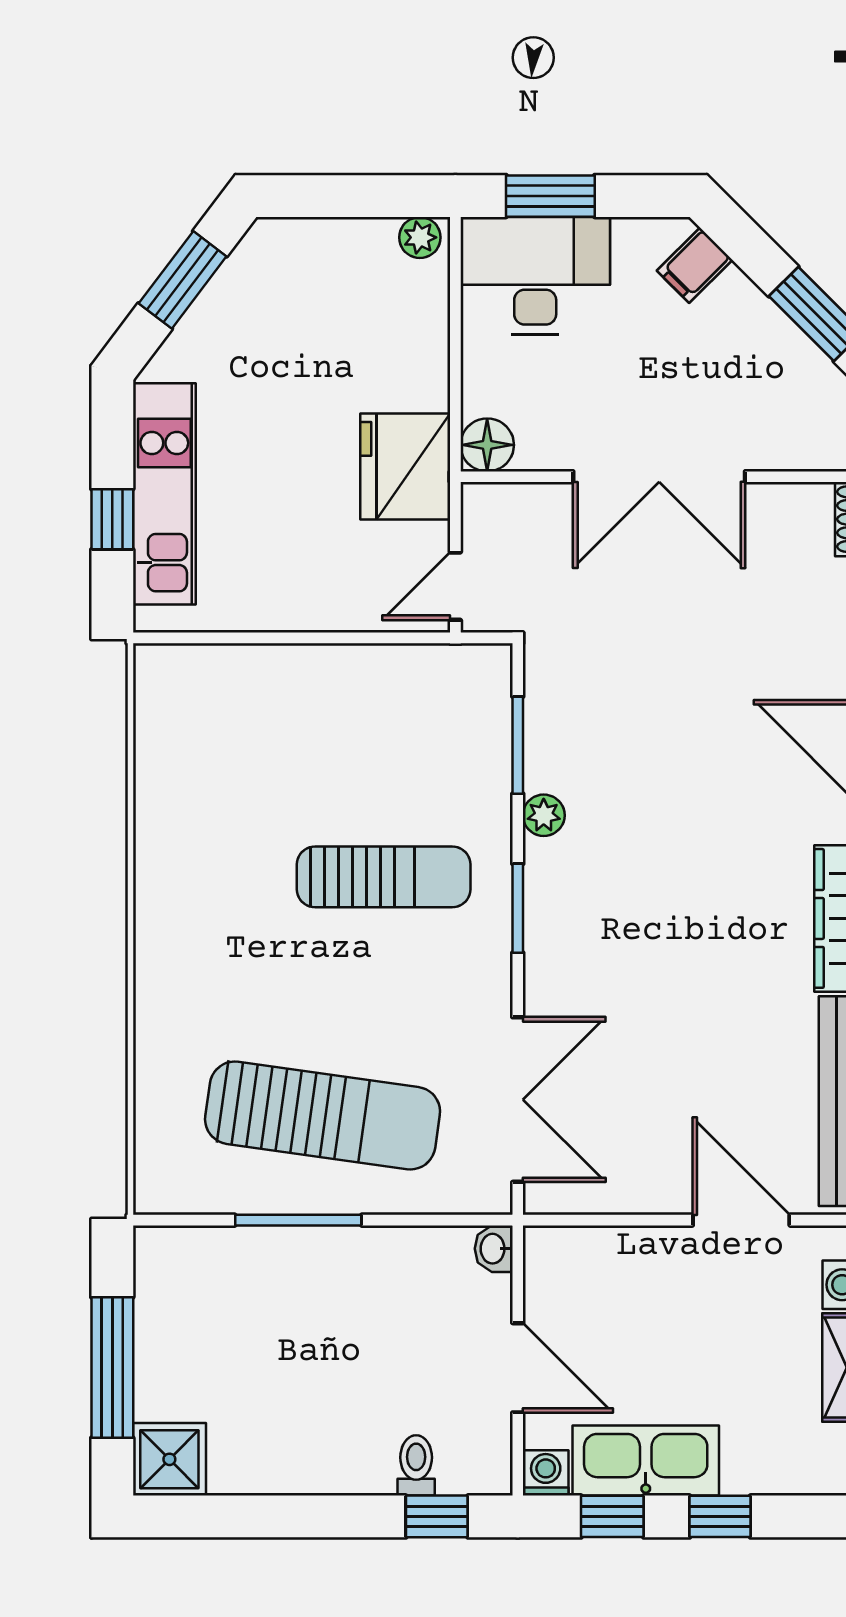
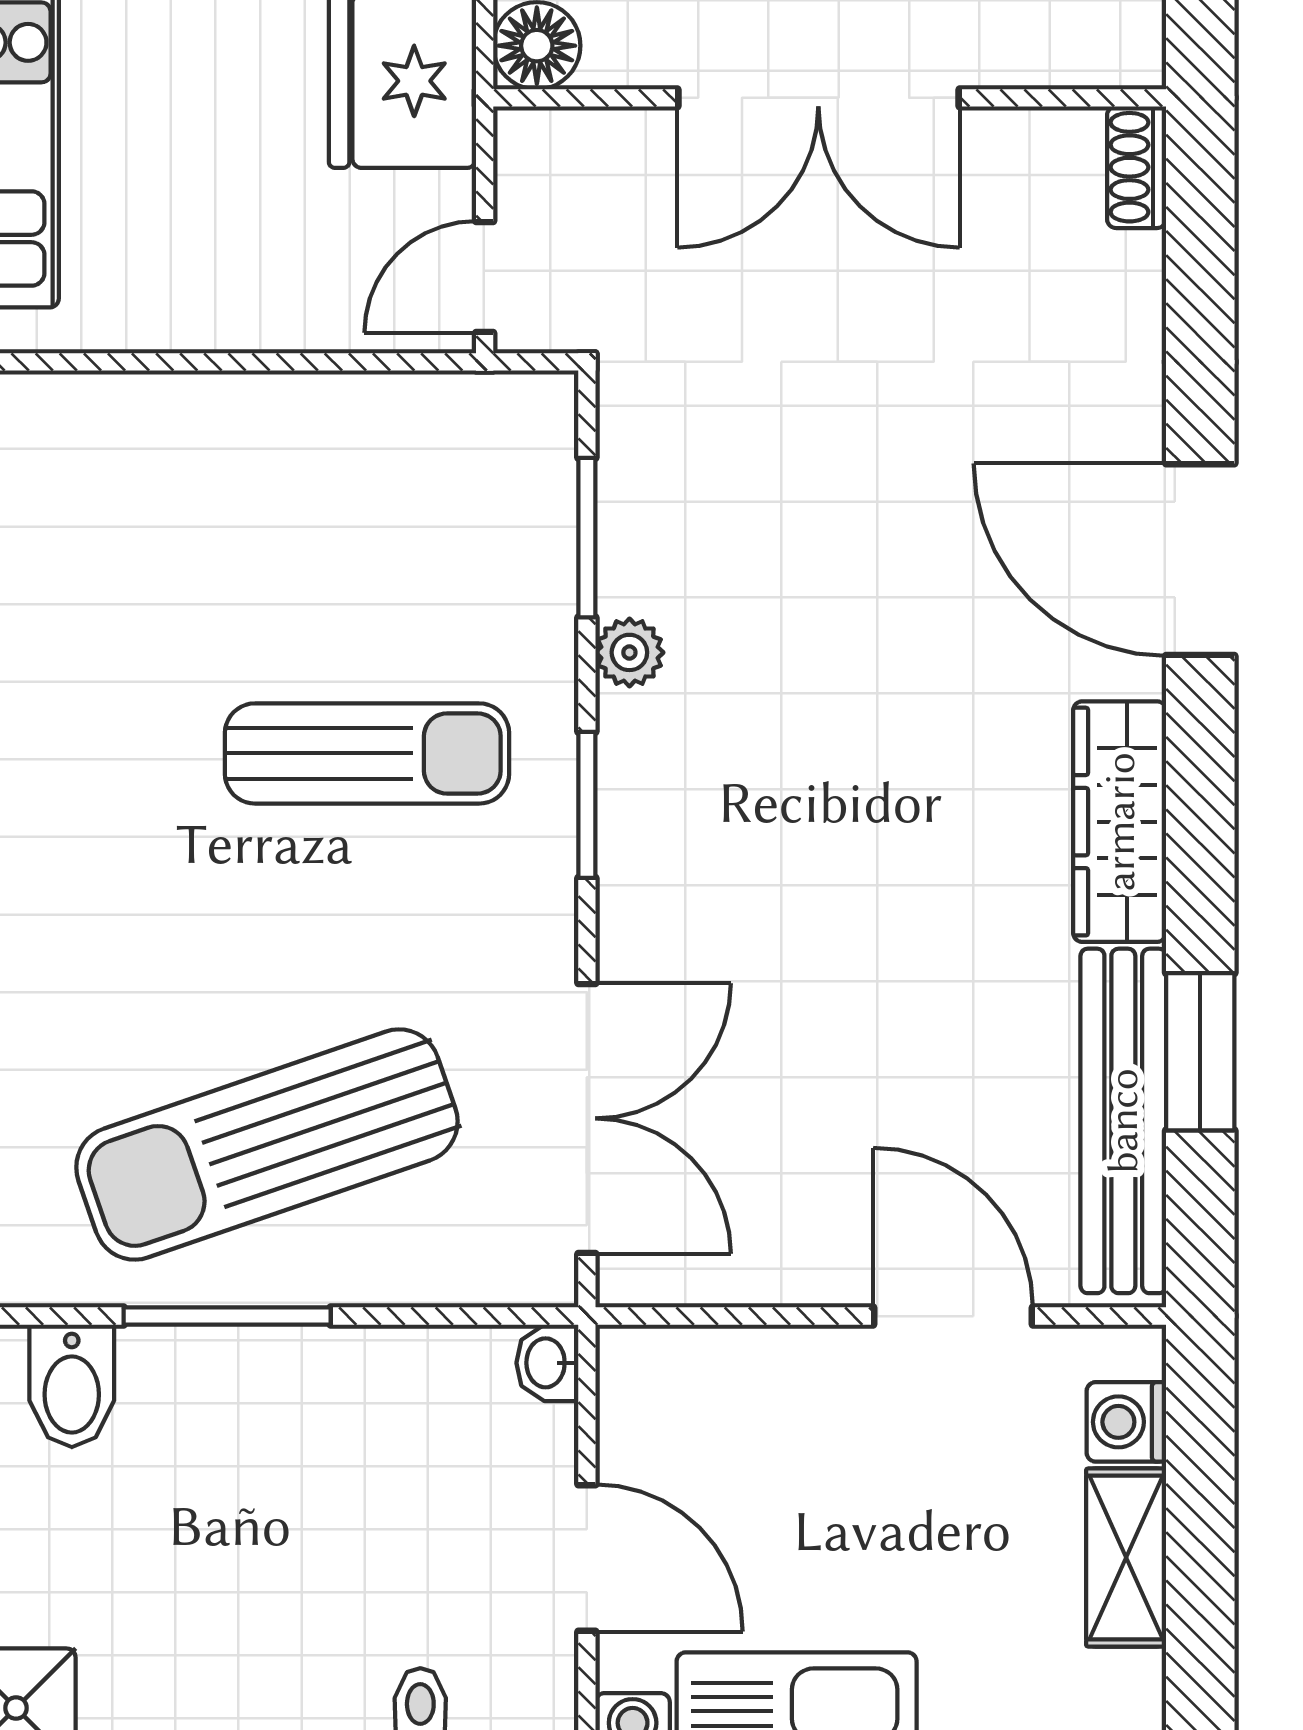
sun lounger: (323, 1115) -> (267, 1144), turned 153
bidet: (203, 1263) -> (72, 1386), added

